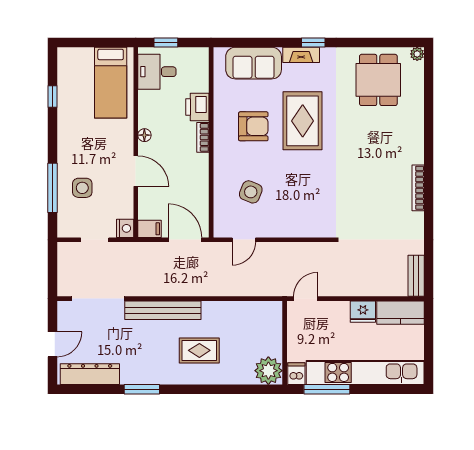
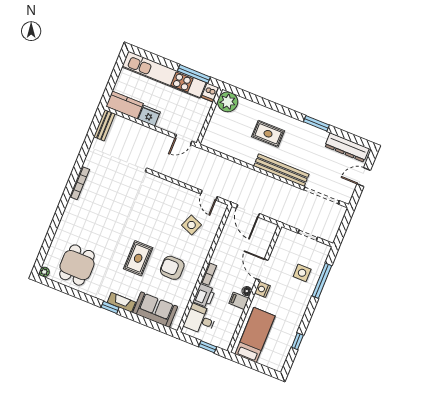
desk: (157, 72) -> (200, 320), moved, turned 180
rug: (303, 121) -> (138, 258), width x0.73, depth x0.70
nightstand: (125, 228) -> (262, 289), moved
filing cabinet: (150, 229) -> (239, 301), moved
door: (244, 240) -> (209, 195), swing flipped

